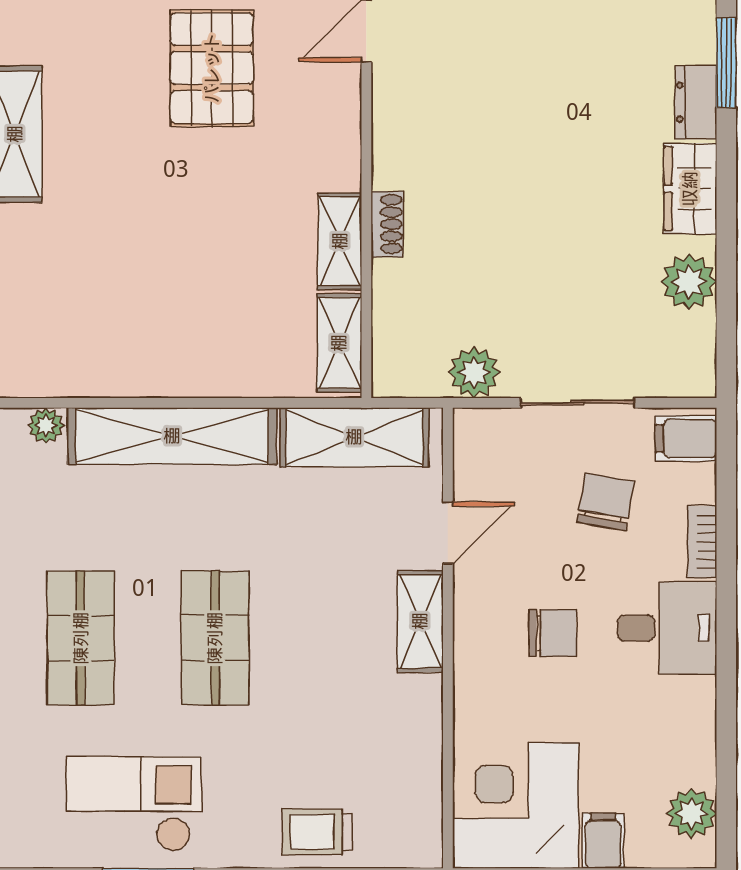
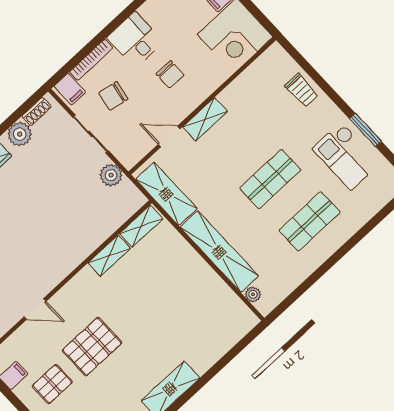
shoe rack: (387, 224) -> (37, 112), moved, turned 180
bookcase: (702, 542) -> (91, 60), width x1.56
chair: (553, 633) -> (170, 74), turned 180

